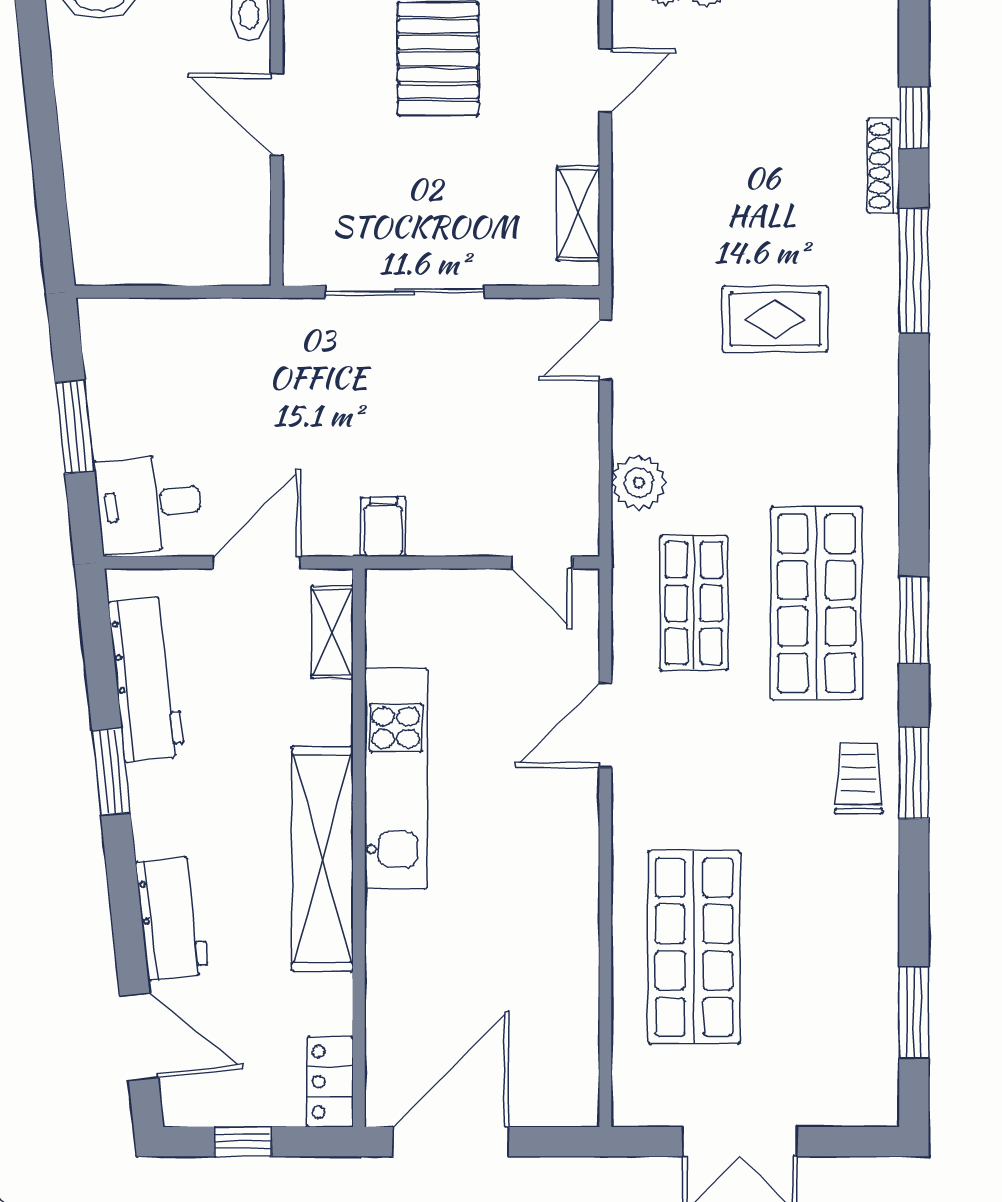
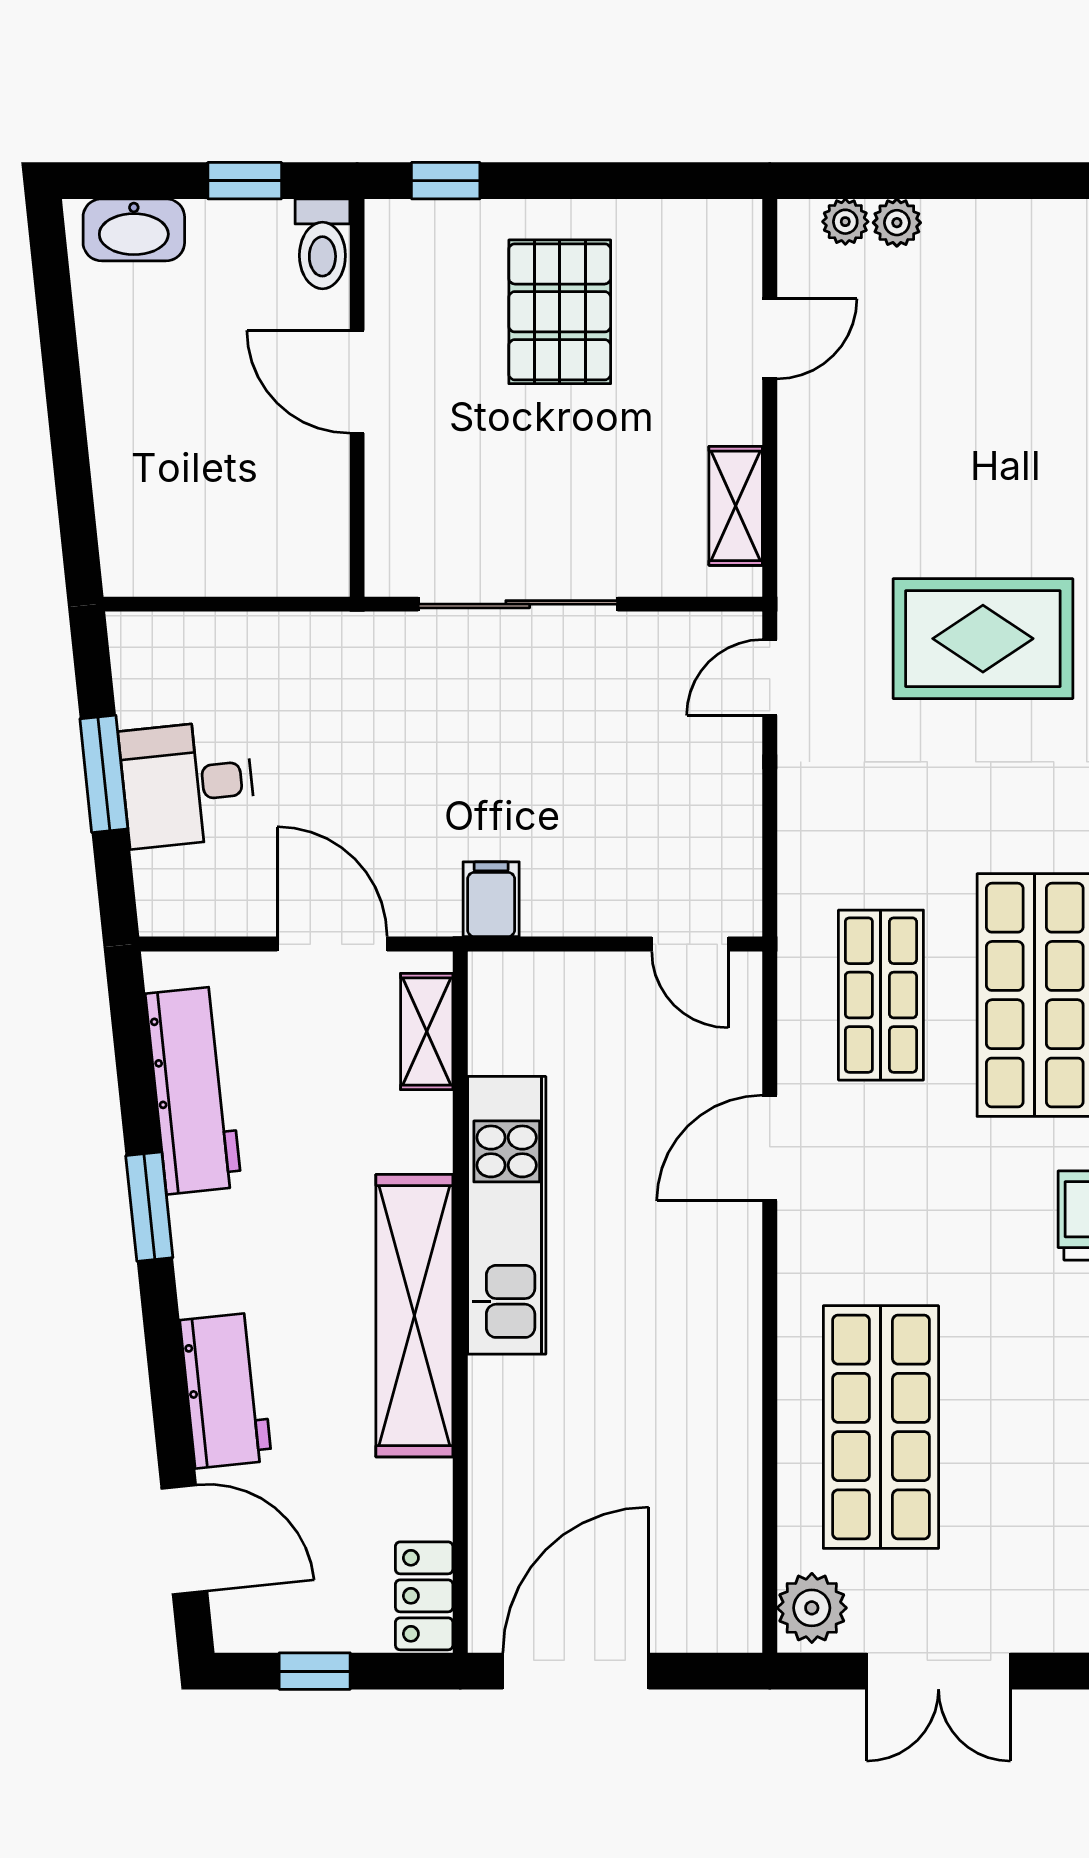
rug: (775, 319) -> (983, 639), width x1.36, depth x1.43
plant: (639, 482) -> (812, 1608), moved
desk: (149, 504) -> (188, 784), moved
door: (257, 562) -> (332, 944), hinge flipped

